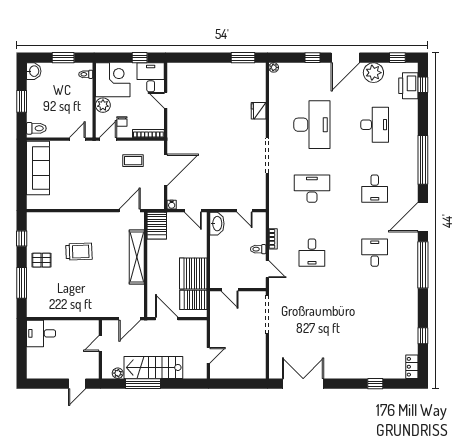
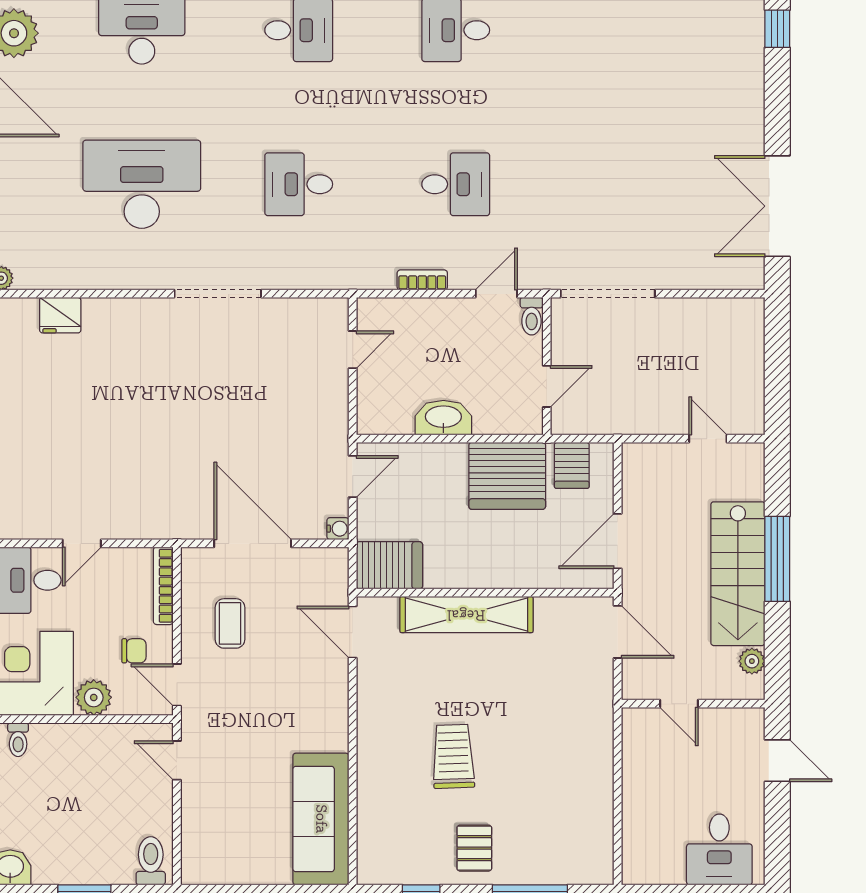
fridge: (259, 111) -> (60, 315), moved
sofa: (38, 168) -> (321, 819), moved, turned -90
desk: (312, 189) -> (299, 184), width x0.73
washbasin: (217, 224) -> (443, 418), moved
toilet: (258, 249) -> (532, 316), moved
server rack: (193, 300) -> (572, 465), width x0.73, depth x0.70
desk: (41, 333) -> (719, 849), moved
window: (143, 384) -> (777, 559), moved

